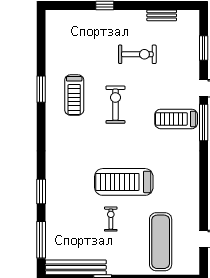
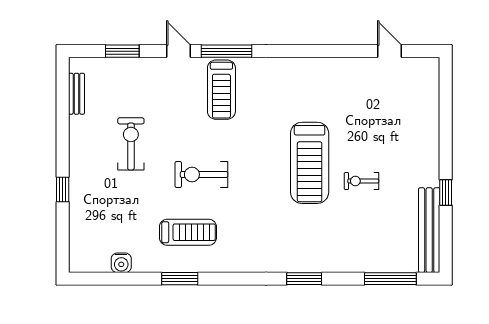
bench: (162, 15) -> (76, 94), moved
water cooler: (52, 47) -> (121, 263), added
window: (41, 191) -> (304, 279), moved
exercise mat: (161, 242) -> (393, 111), removed

